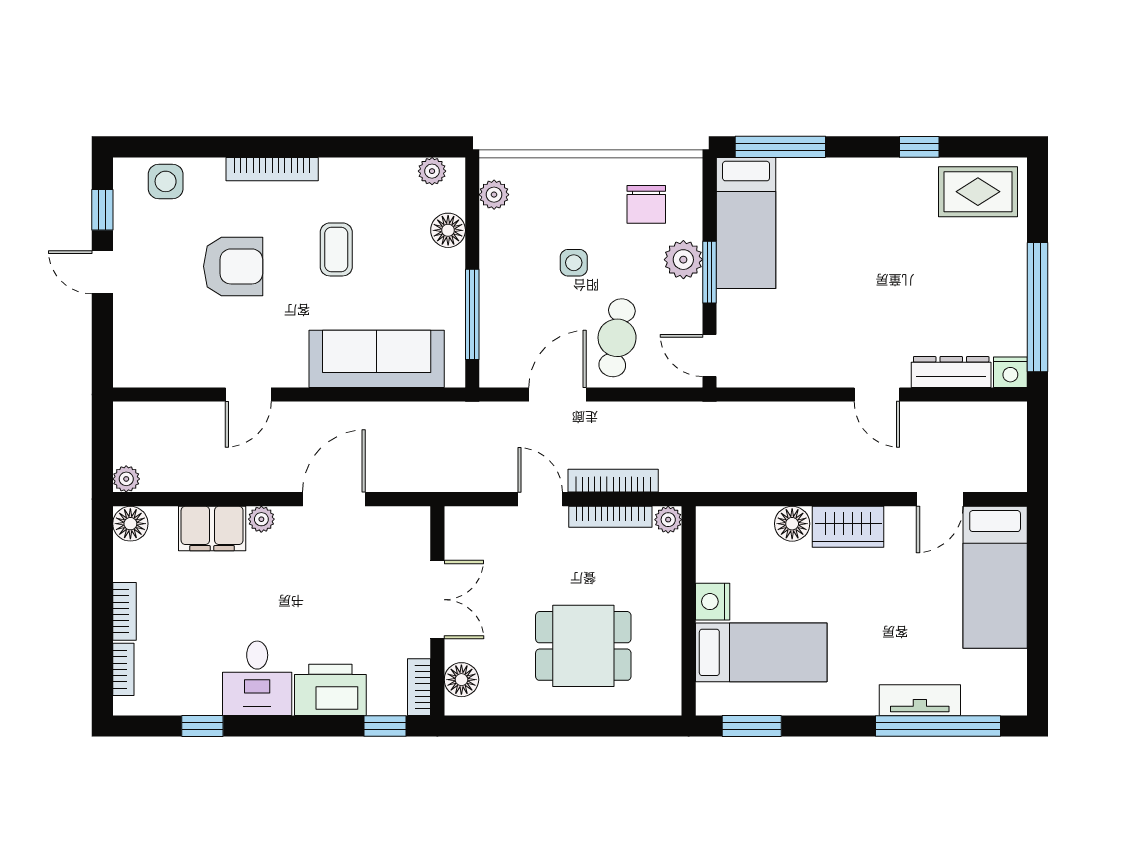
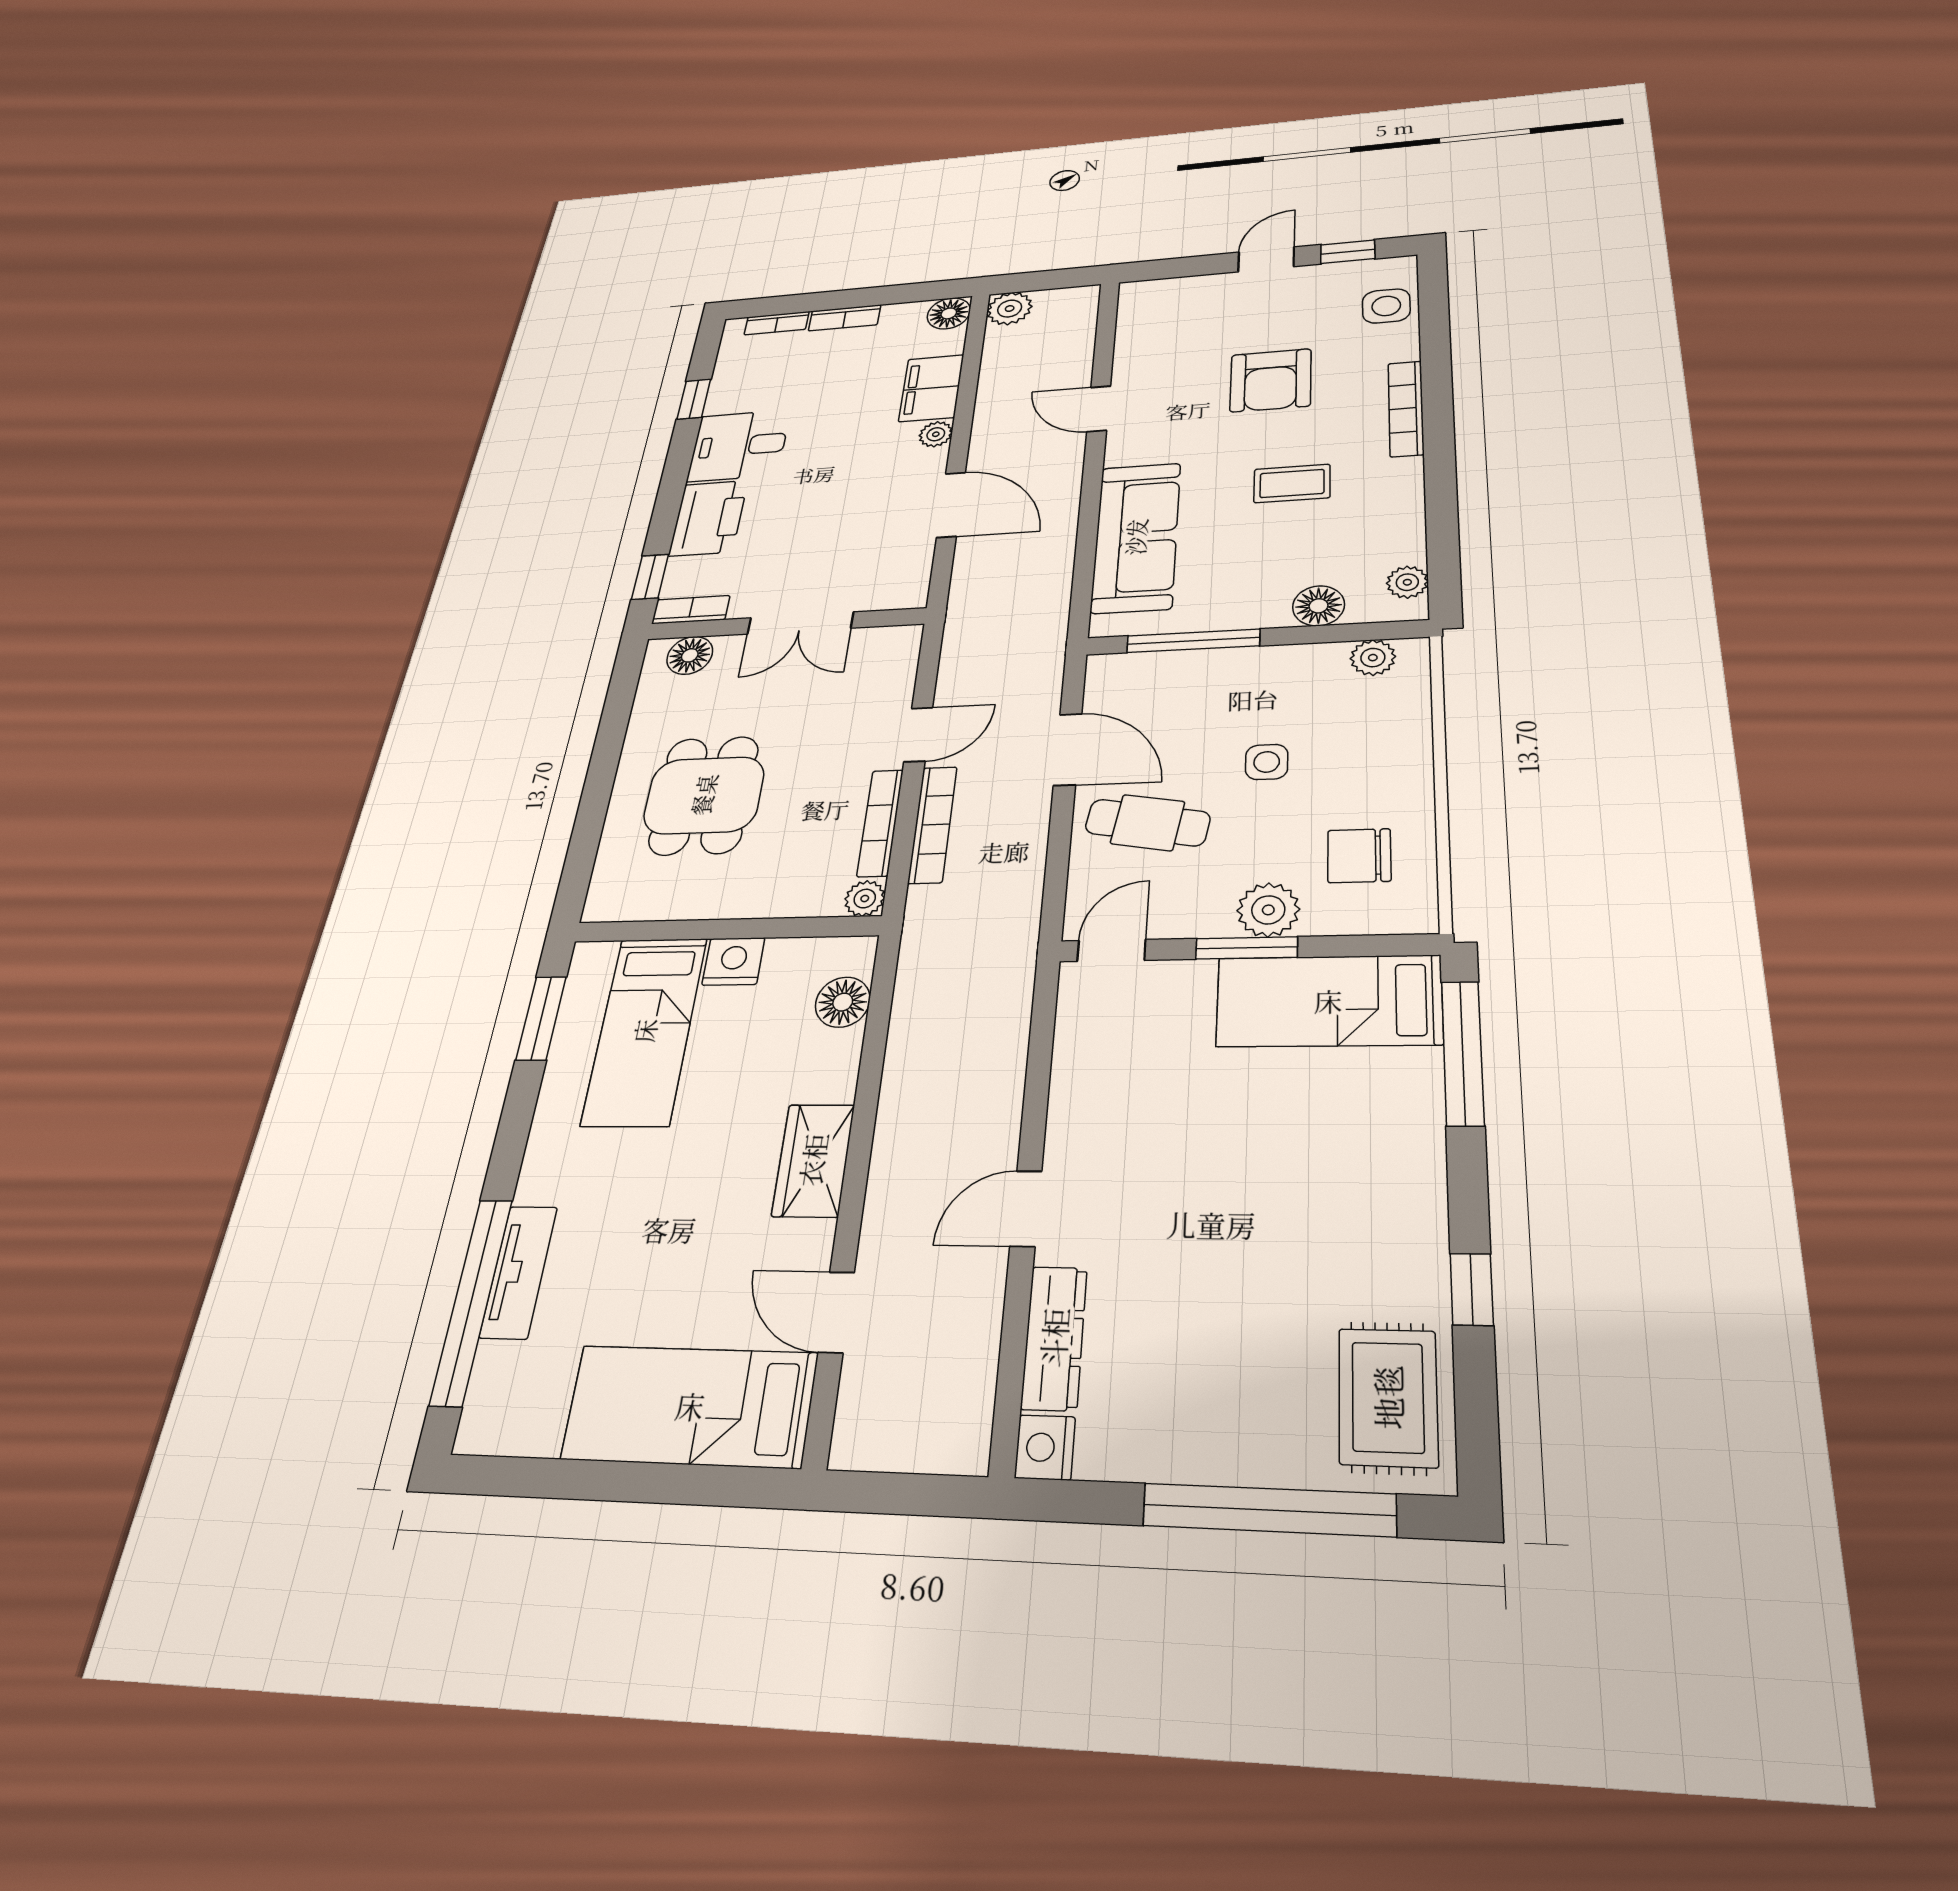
window: (1037, 307) -> (1269, 1510), moved
plant: (126, 479) -> (1010, 309), width x1.38, depth x1.38
floor lamp: (792, 524) -> (843, 1002), moved

